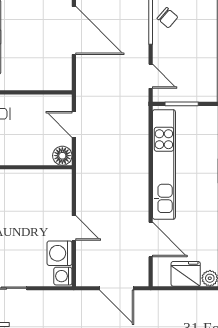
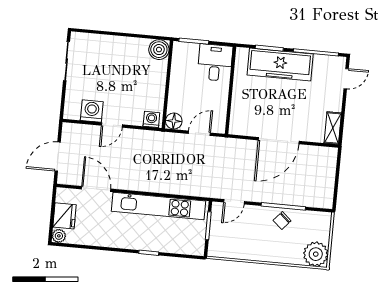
door: (151, 240) -> (96, 189), swing flipped
washing machine: (63, 276) -> (151, 119), moved

